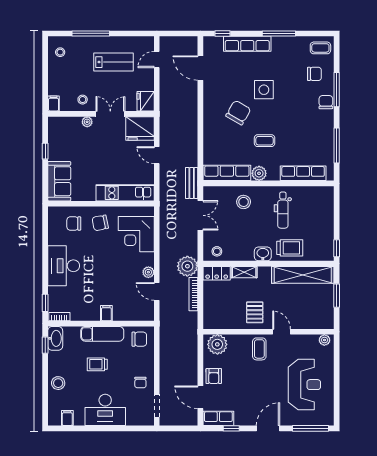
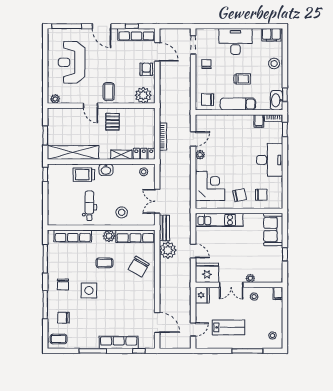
lab bench: (114, 62) -> (229, 327), turned 180
side table: (264, 90) -> (89, 290), moved
chair: (326, 102) -> (63, 284), moved
chair: (238, 113) -> (139, 267), moved
plant: (187, 266) -> (168, 250), moved
door: (157, 291) -> (193, 139), hinge flipped
filing cabinet: (106, 313) -> (259, 121), moved
filing cabinet: (67, 418) -> (271, 35), width x2.00
row of seats: (218, 418) -> (136, 34), width x1.48
door: (268, 428) -> (102, 26), hinge flipped

